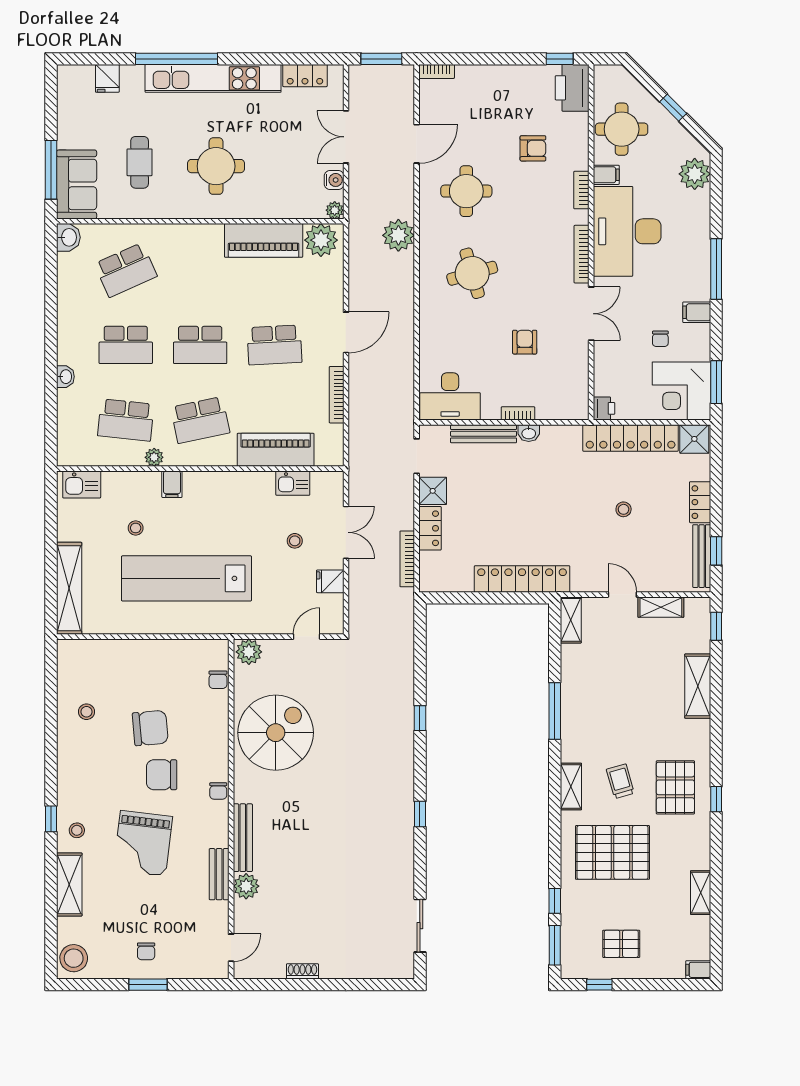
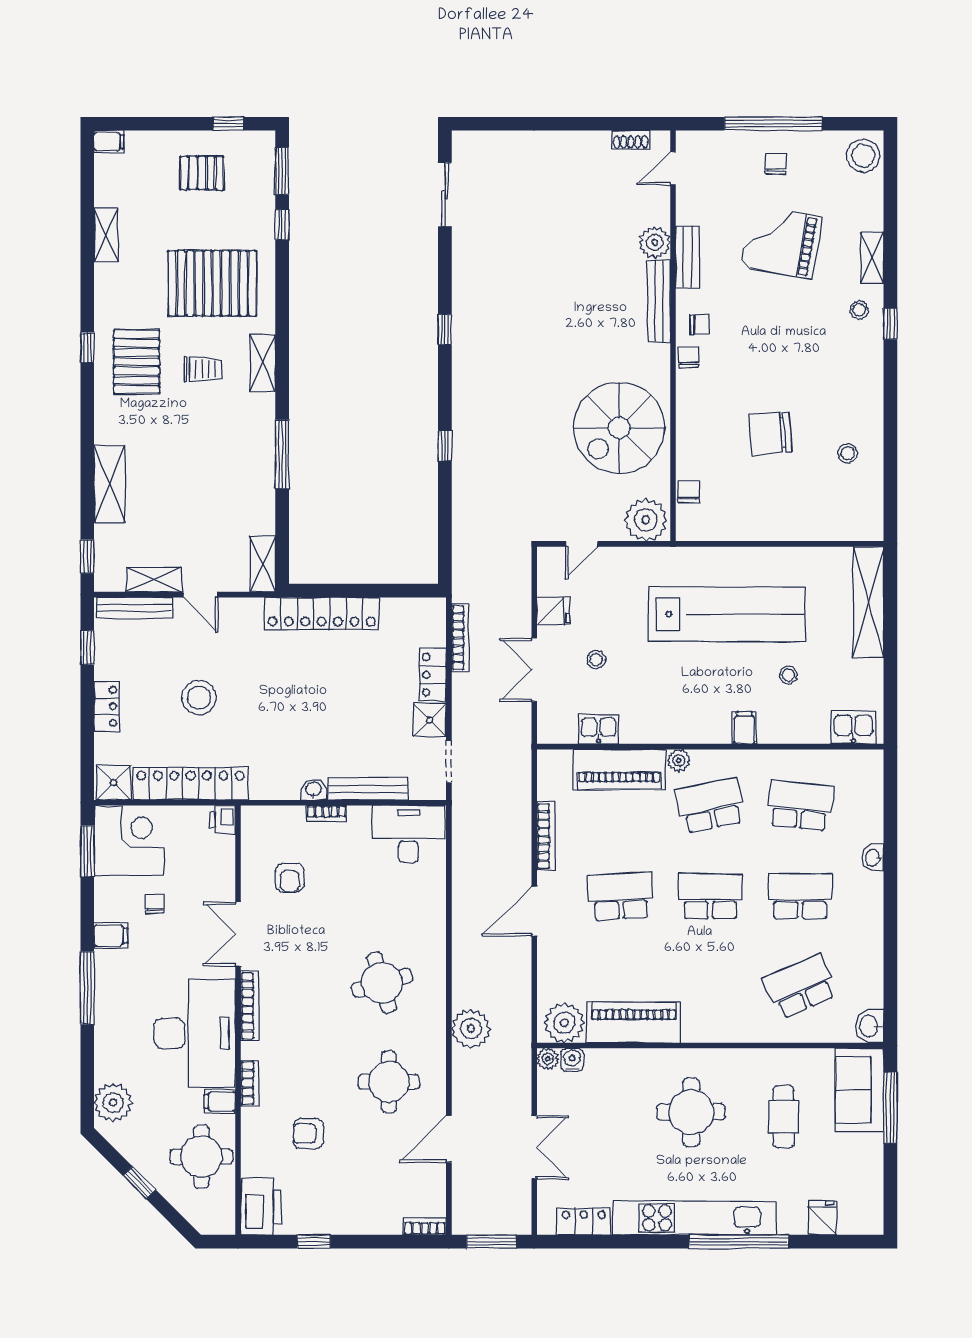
window: (560, 59) -> (314, 1242), moved
water cooler: (334, 180) -> (572, 1060), moved, turned 90
armchair: (525, 342) -> (290, 878), moved
plant: (154, 457) -> (679, 760), moved
stool: (624, 509) -> (199, 698), width x1.89, depth x1.89
bench: (702, 556) -> (134, 608), moved, turned 90
plant: (249, 652) -> (646, 520), width x1.36, depth x1.36
chair: (162, 775) -> (700, 325), moved, width x0.54, depth x0.54
trolley: (620, 781) -> (203, 369), turned -74
grand piano: (143, 843) -> (781, 242), moved, turned -87
shelving: (69, 884) -> (872, 257), width x0.67, depth x0.75
shoe rack: (302, 971) -> (631, 140), moved
window: (148, 985) -> (773, 124), width x2.11

